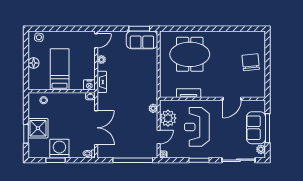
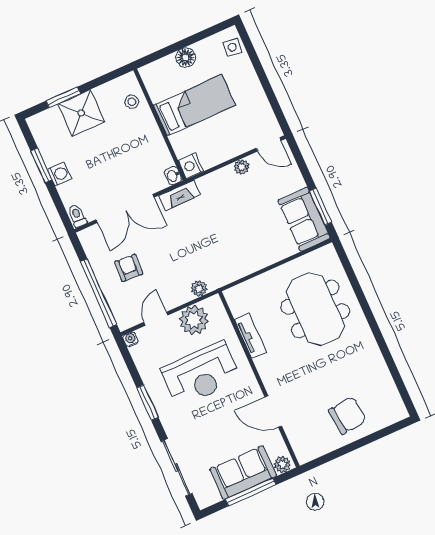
fireplace: (102, 82) -> (180, 195), moved
reception desk: (197, 127) -> (201, 374), turned 180
door: (159, 137) -> (156, 319), swing flipped
armchair: (127, 139) -> (129, 268), added
washing machine: (59, 149) -> (60, 174), width x0.53, depth x0.53
plant: (261, 149) -> (282, 465), moved

